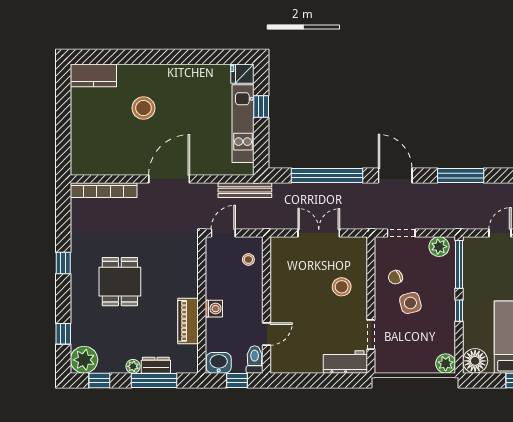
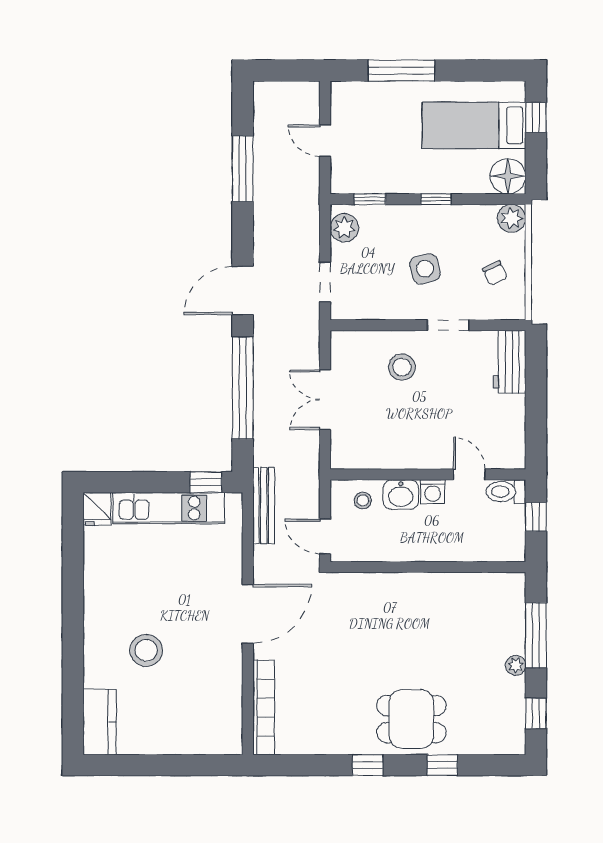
window: (261, 106) -> (206, 482), moved
window: (461, 175) -> (243, 169), moved
door: (169, 179) -> (248, 614), swing flipped
window: (459, 264) -> (370, 199), width x0.46
chair: (395, 277) -> (495, 273), moved
dining table: (120, 282) -> (411, 719), moved
washing machine: (214, 309) -> (433, 492), moved, turned 180
piano: (188, 321) -> (451, 587), removed
window: (63, 334) -> (442, 765), moved
doorway: (371, 334) -> (448, 325), moved
plant: (84, 360) -> (506, 735), removed
washbasin: (219, 363) -> (401, 495), moved, turned -90
dresser: (156, 365) -> (514, 633), removed

